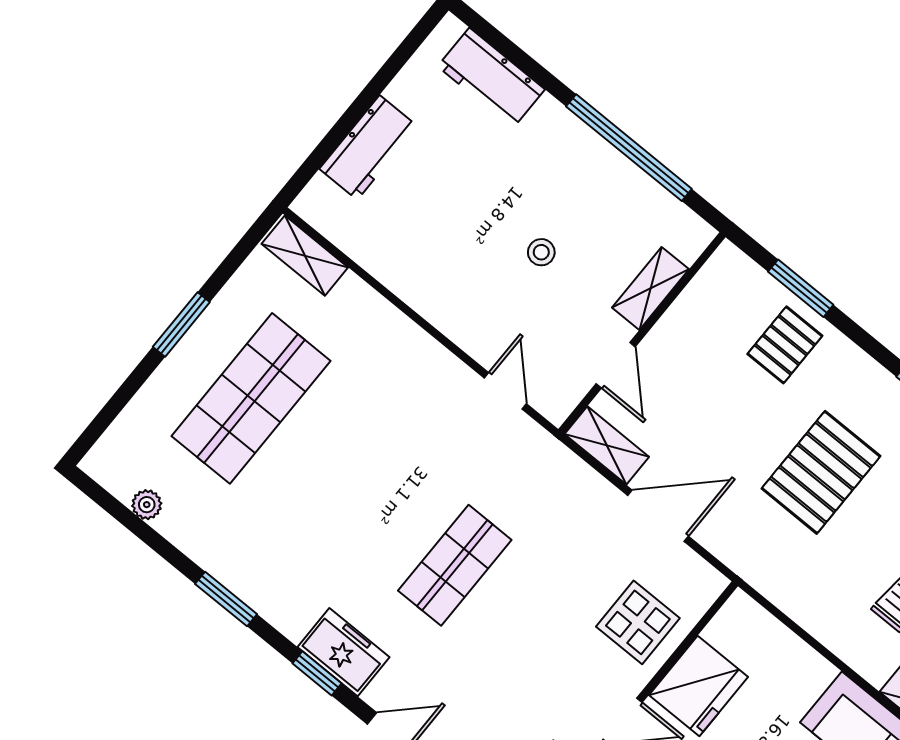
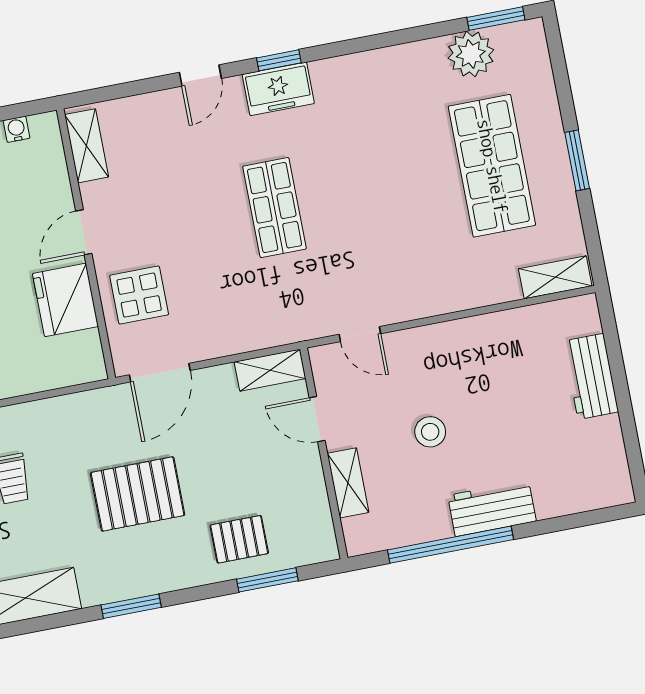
workbench: (491, 78) -> (492, 508), moved
stool: (541, 252) -> (430, 432), width x1.37, depth x1.37
pallet: (785, 345) -> (239, 539), turned 90
pallet: (821, 472) -> (138, 494), turned 90
plant: (147, 505) -> (471, 54), width x1.87, depth x1.87
door: (658, 516) -> (160, 373), moved
window: (226, 599) -> (496, 19), moved

